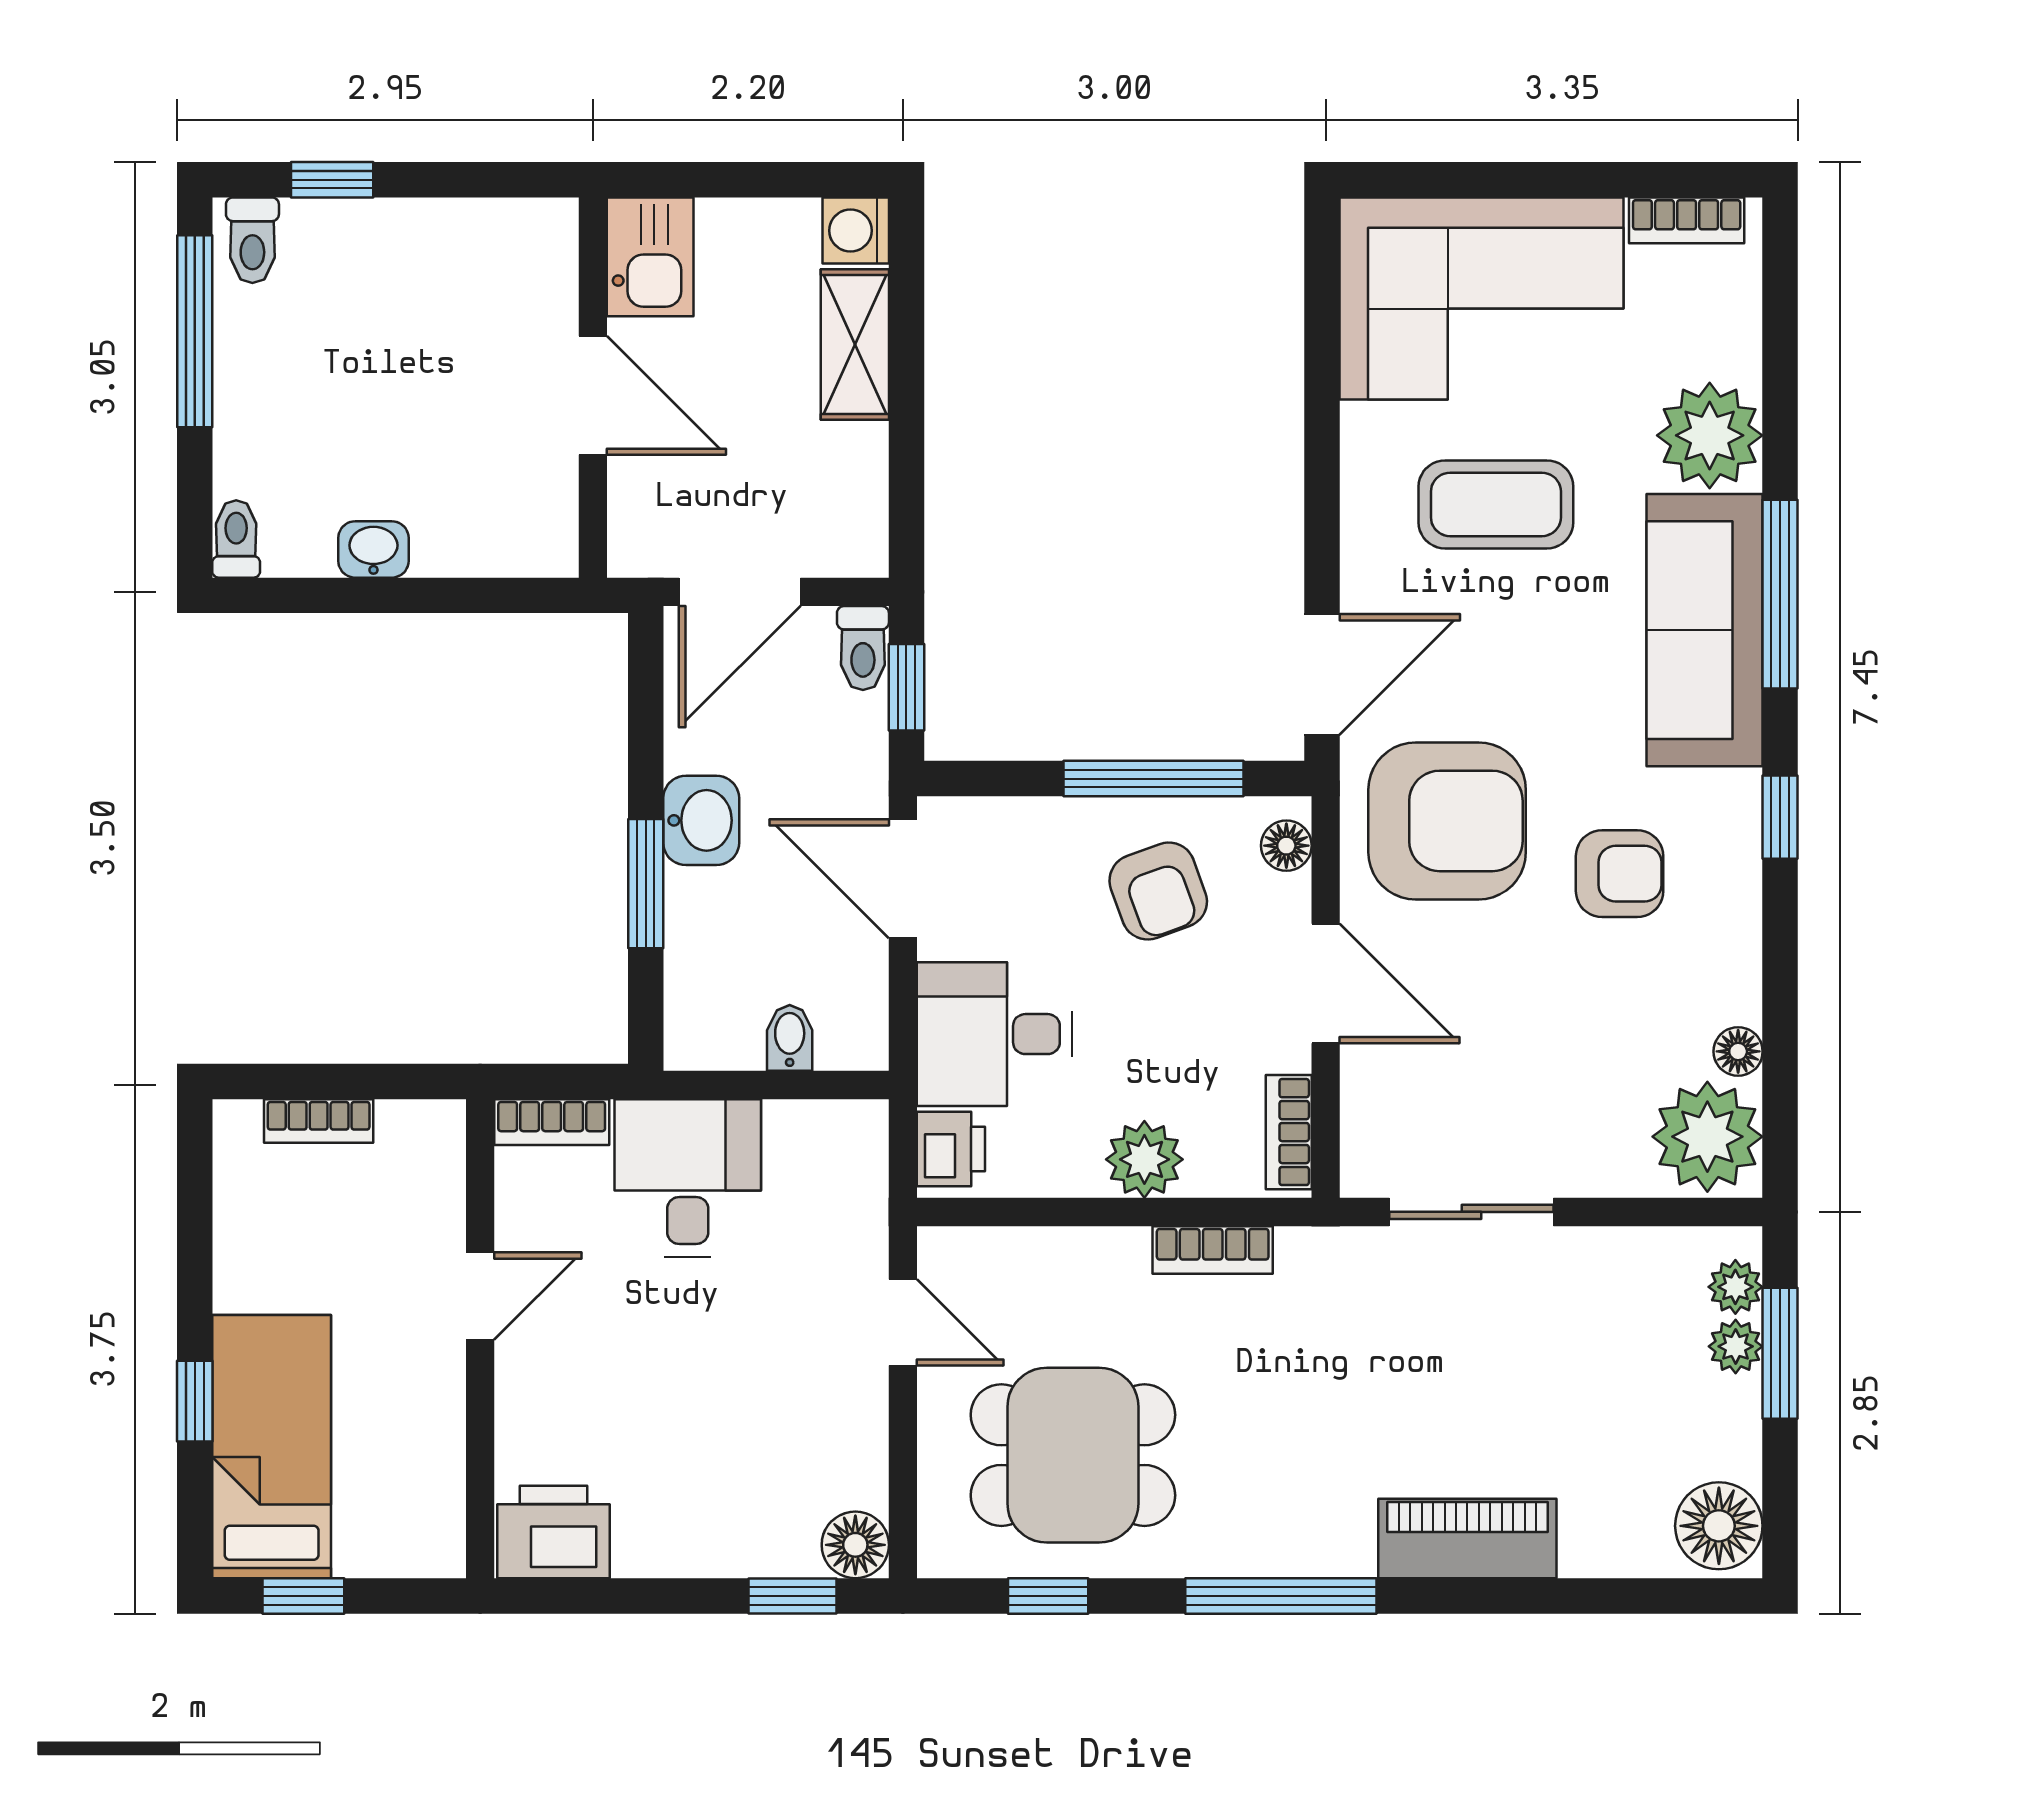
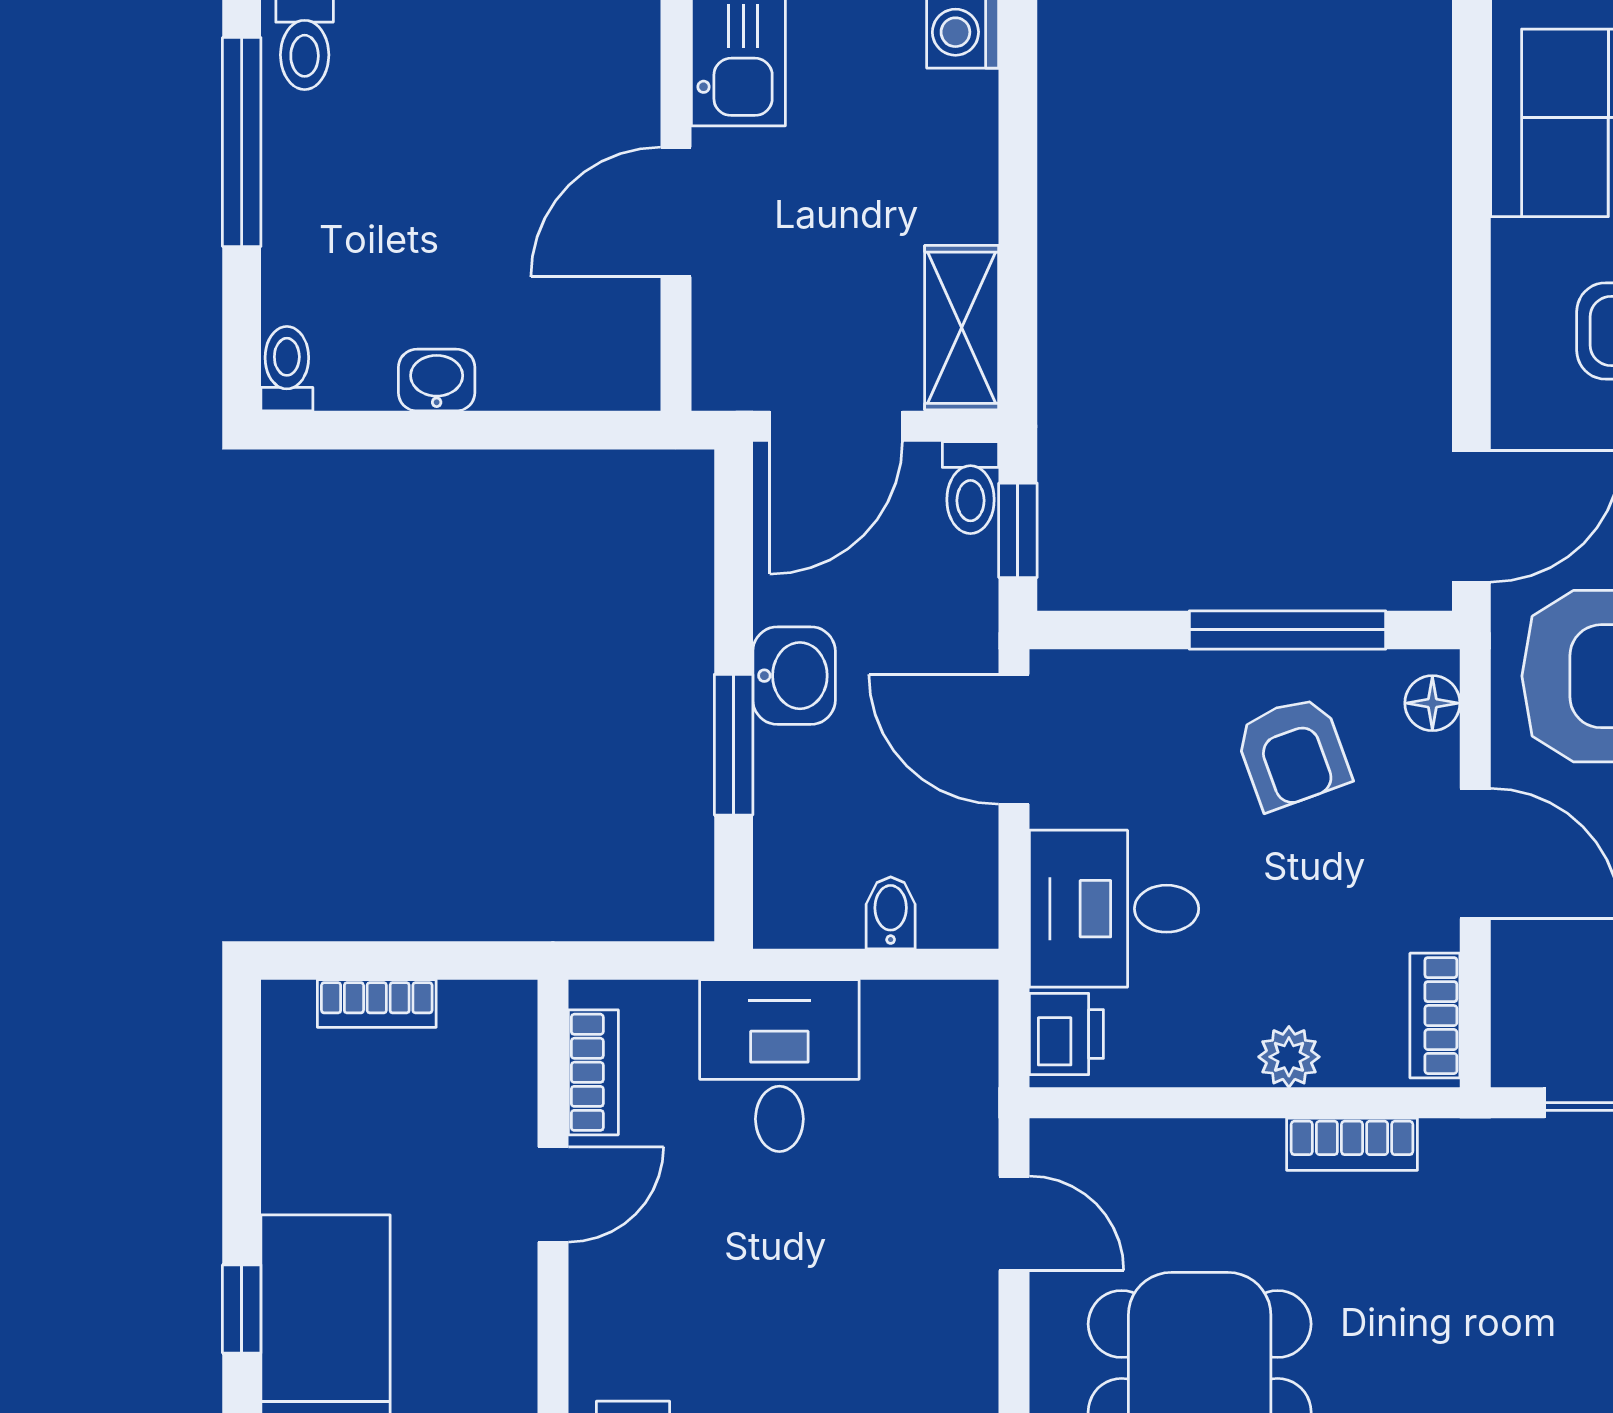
shelving: (855, 345) -> (962, 328), moved
door: (593, 395) -> (676, 212), swing flipped
bookcase: (552, 1122) -> (593, 1072), moved, turned -90
plant: (1144, 1159) -> (1289, 1057), width x0.73, depth x0.73

